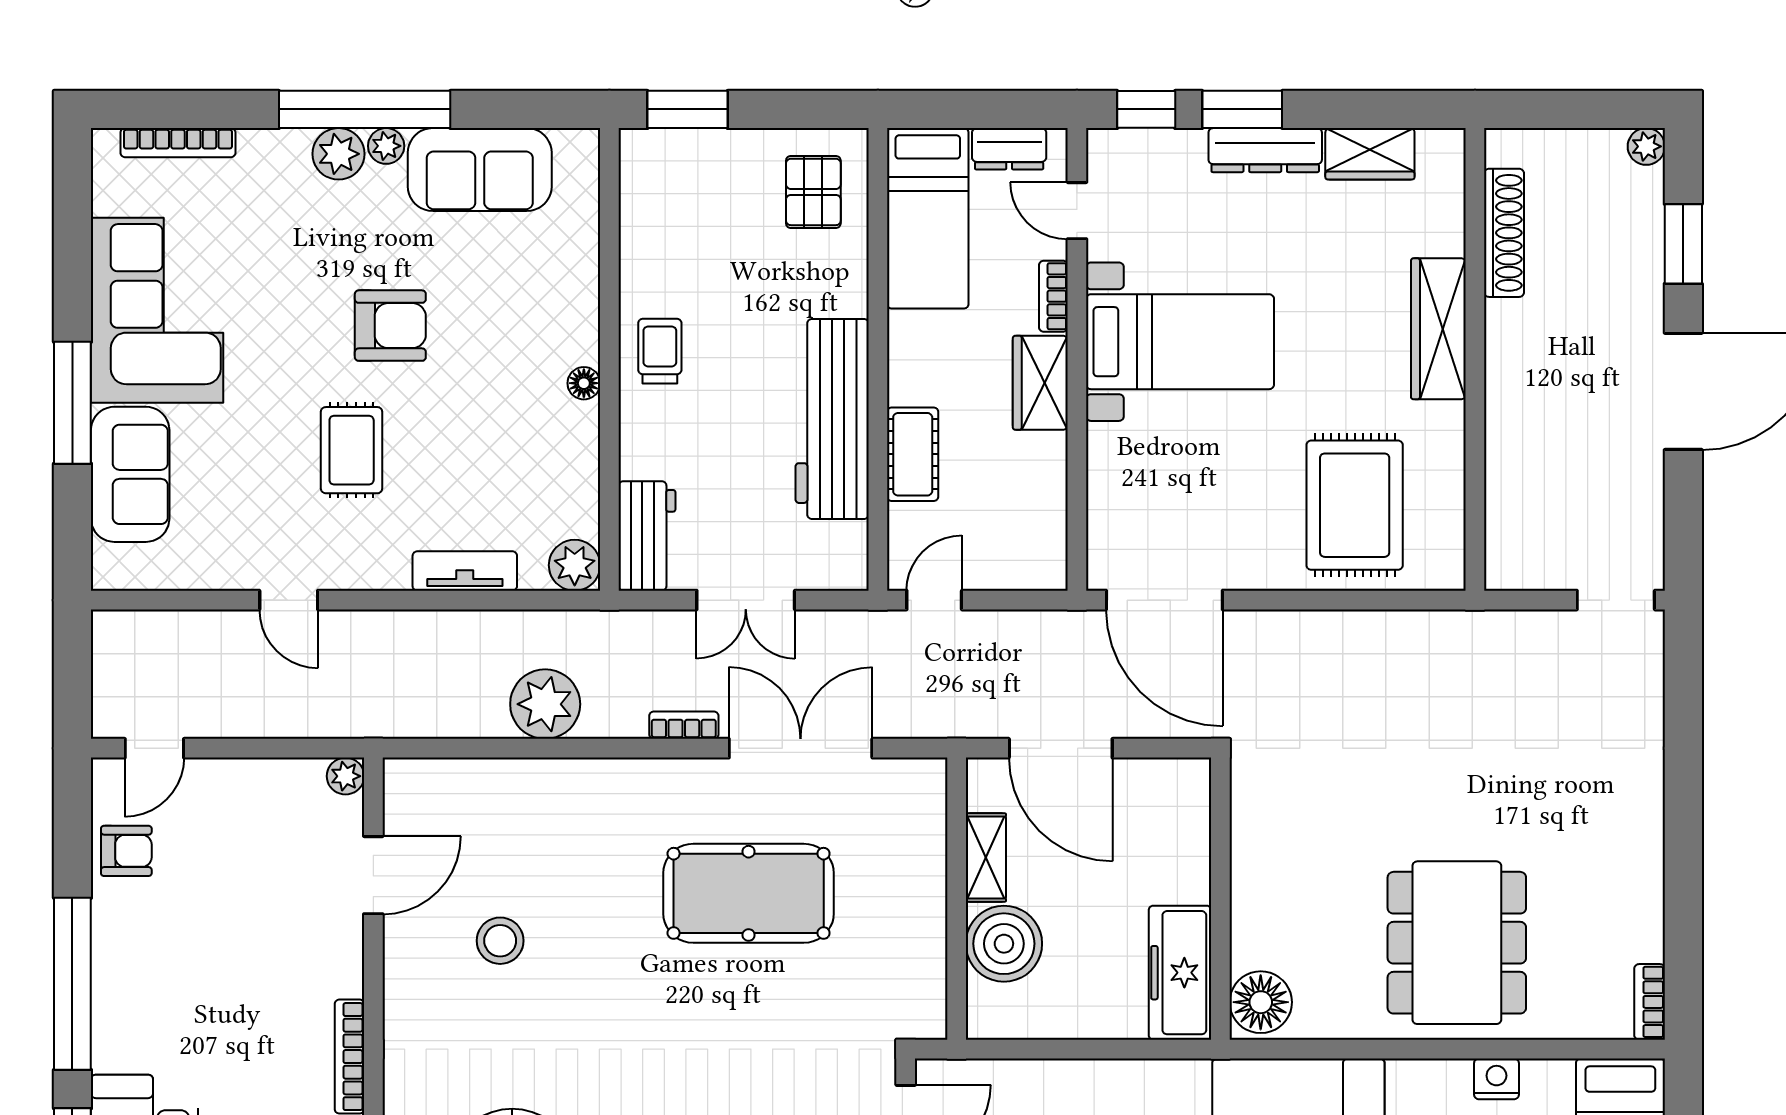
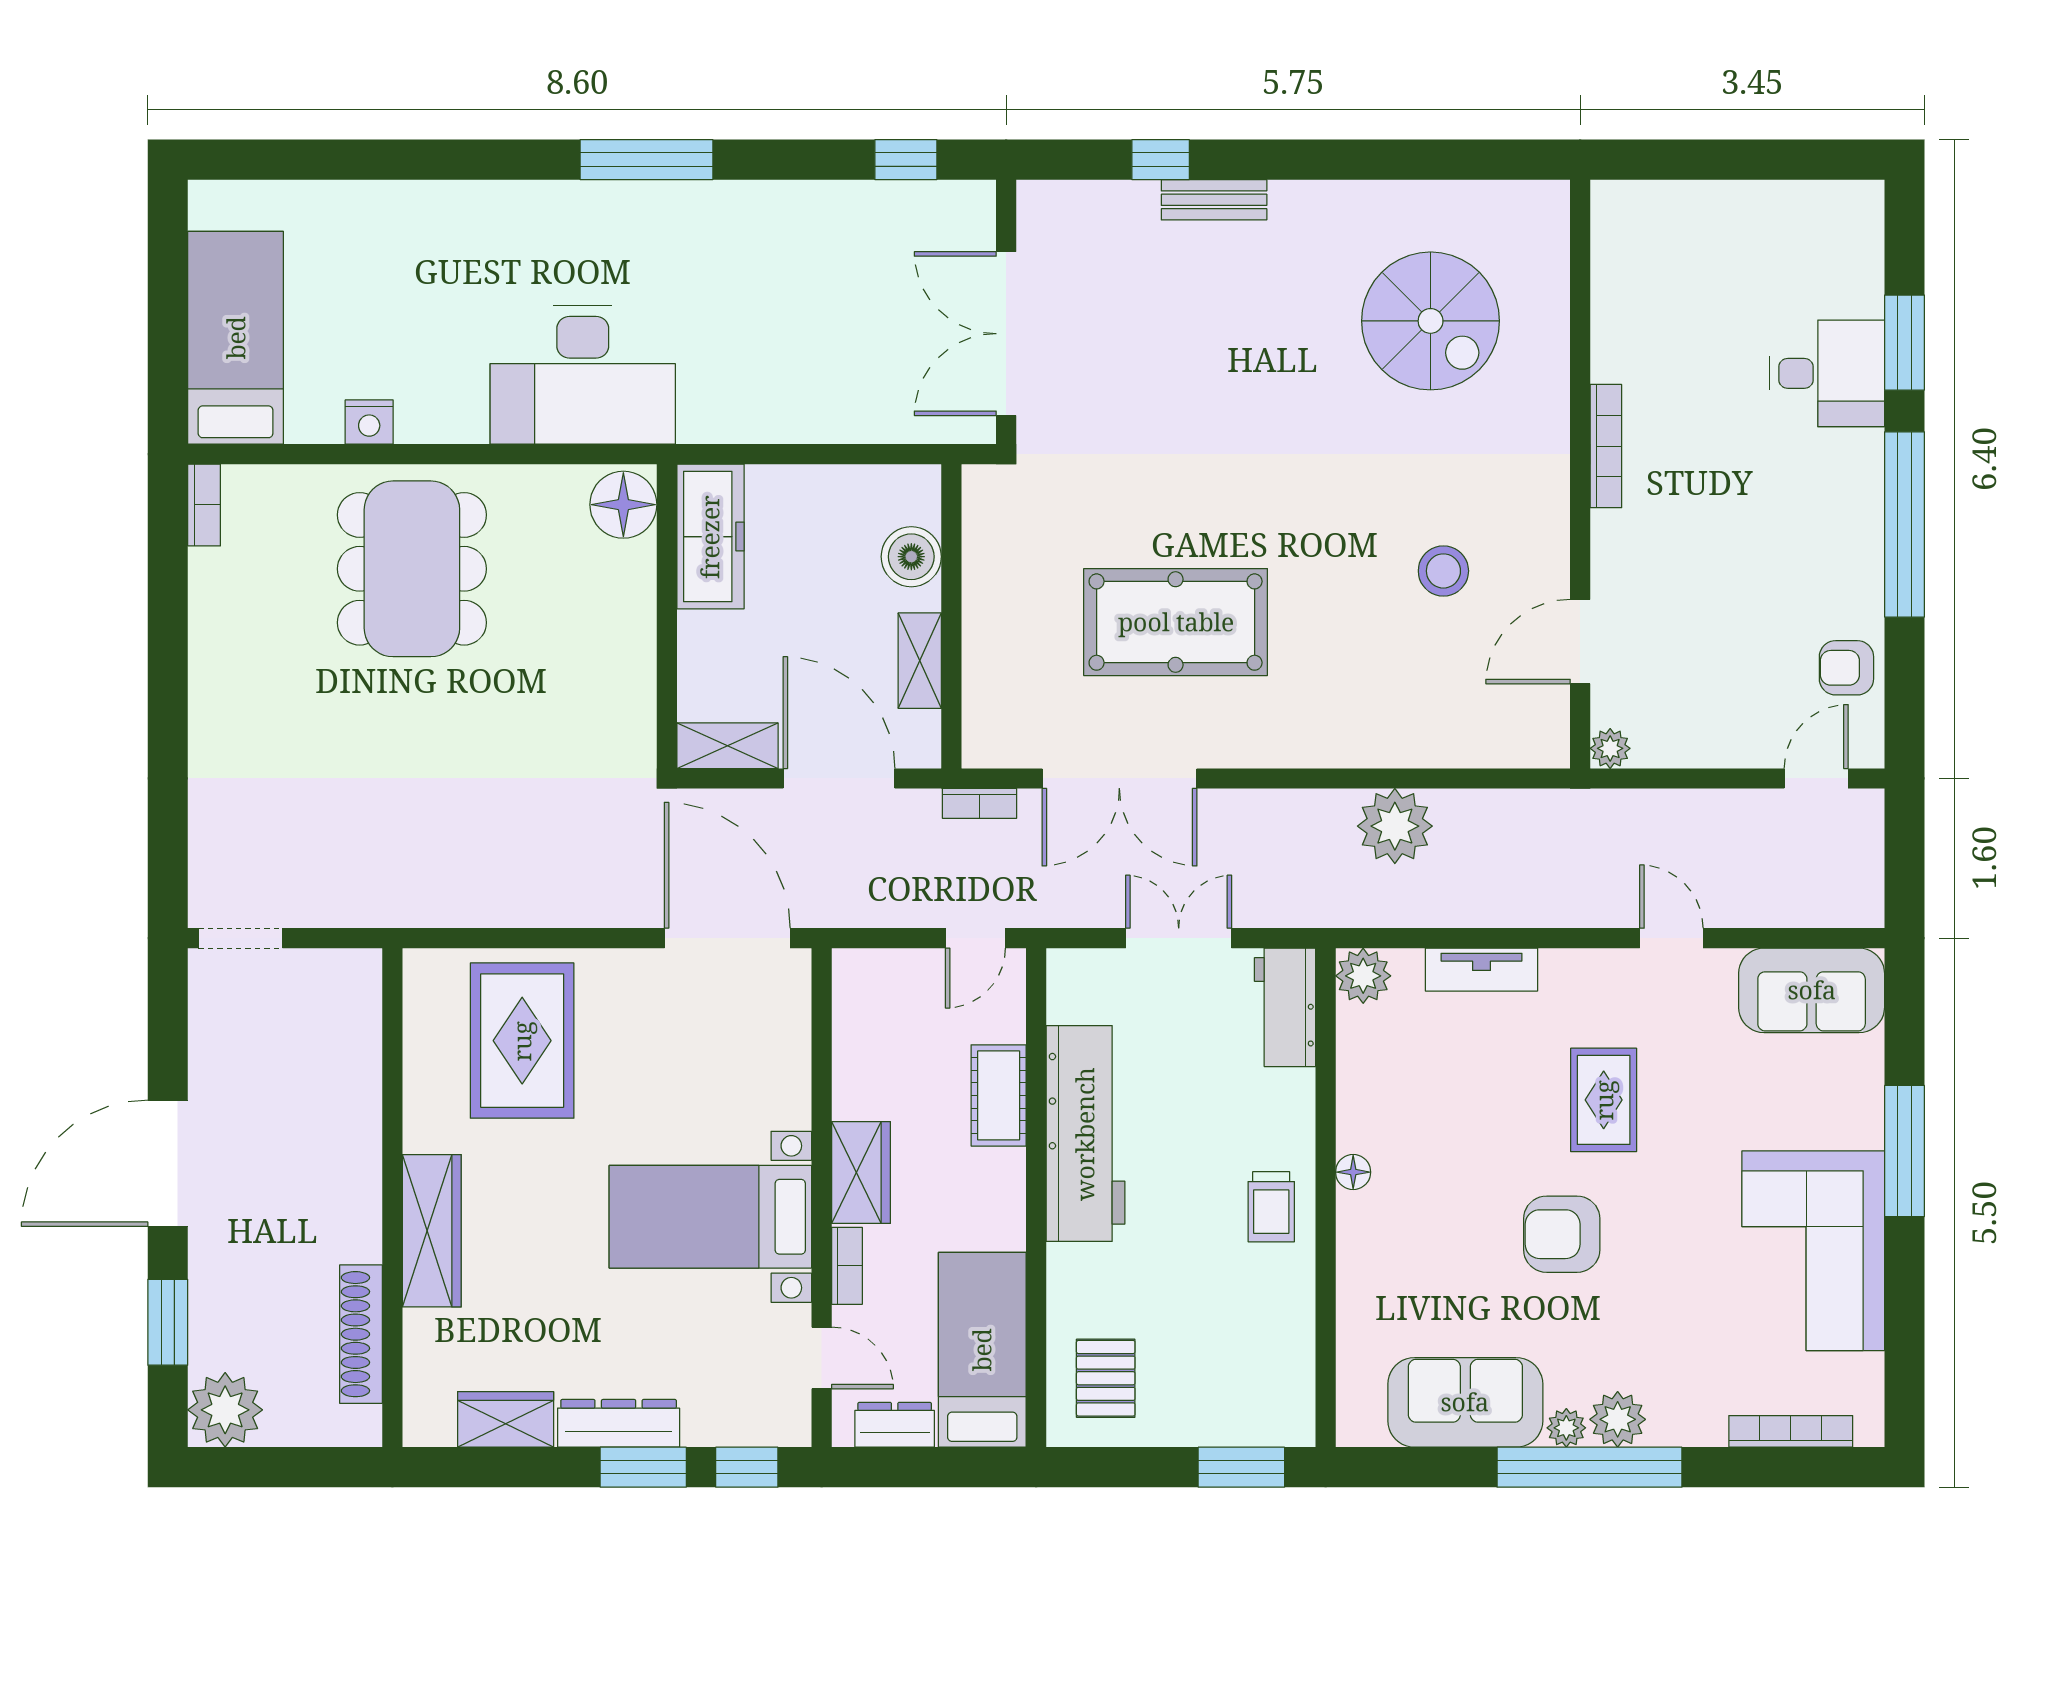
plant: (1646, 146) -> (225, 1410), width x1.88, depth x1.88
sofa: (130, 474) -> (1812, 990), moved, turned -90
bookcase: (684, 725) -> (979, 803), moved
shelving: (1164, 779) -> (727, 746), added
boiler: (1004, 944) -> (911, 557), width x0.73, depth x0.73

